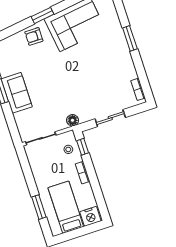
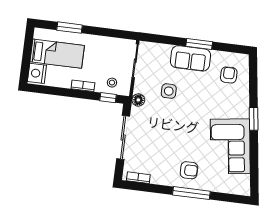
armchair: (34, 36) -> (229, 75), moved
window: (130, 38) -> (191, 193), width x1.44
armchair: (112, 50) -> (189, 170), added
side table: (53, 98) -> (169, 91), added
sliding door: (110, 118) -> (123, 138), width x1.37

